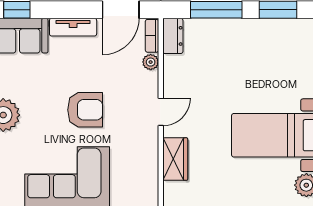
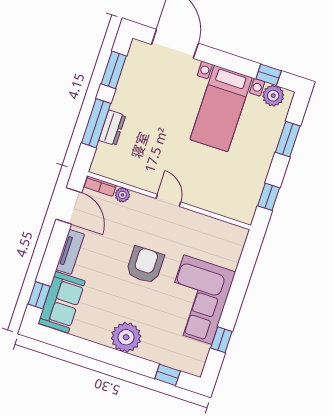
dresser: (173, 36) -> (112, 128), moved, turned 90
wardrobe: (175, 159) -> (213, 201), removed

